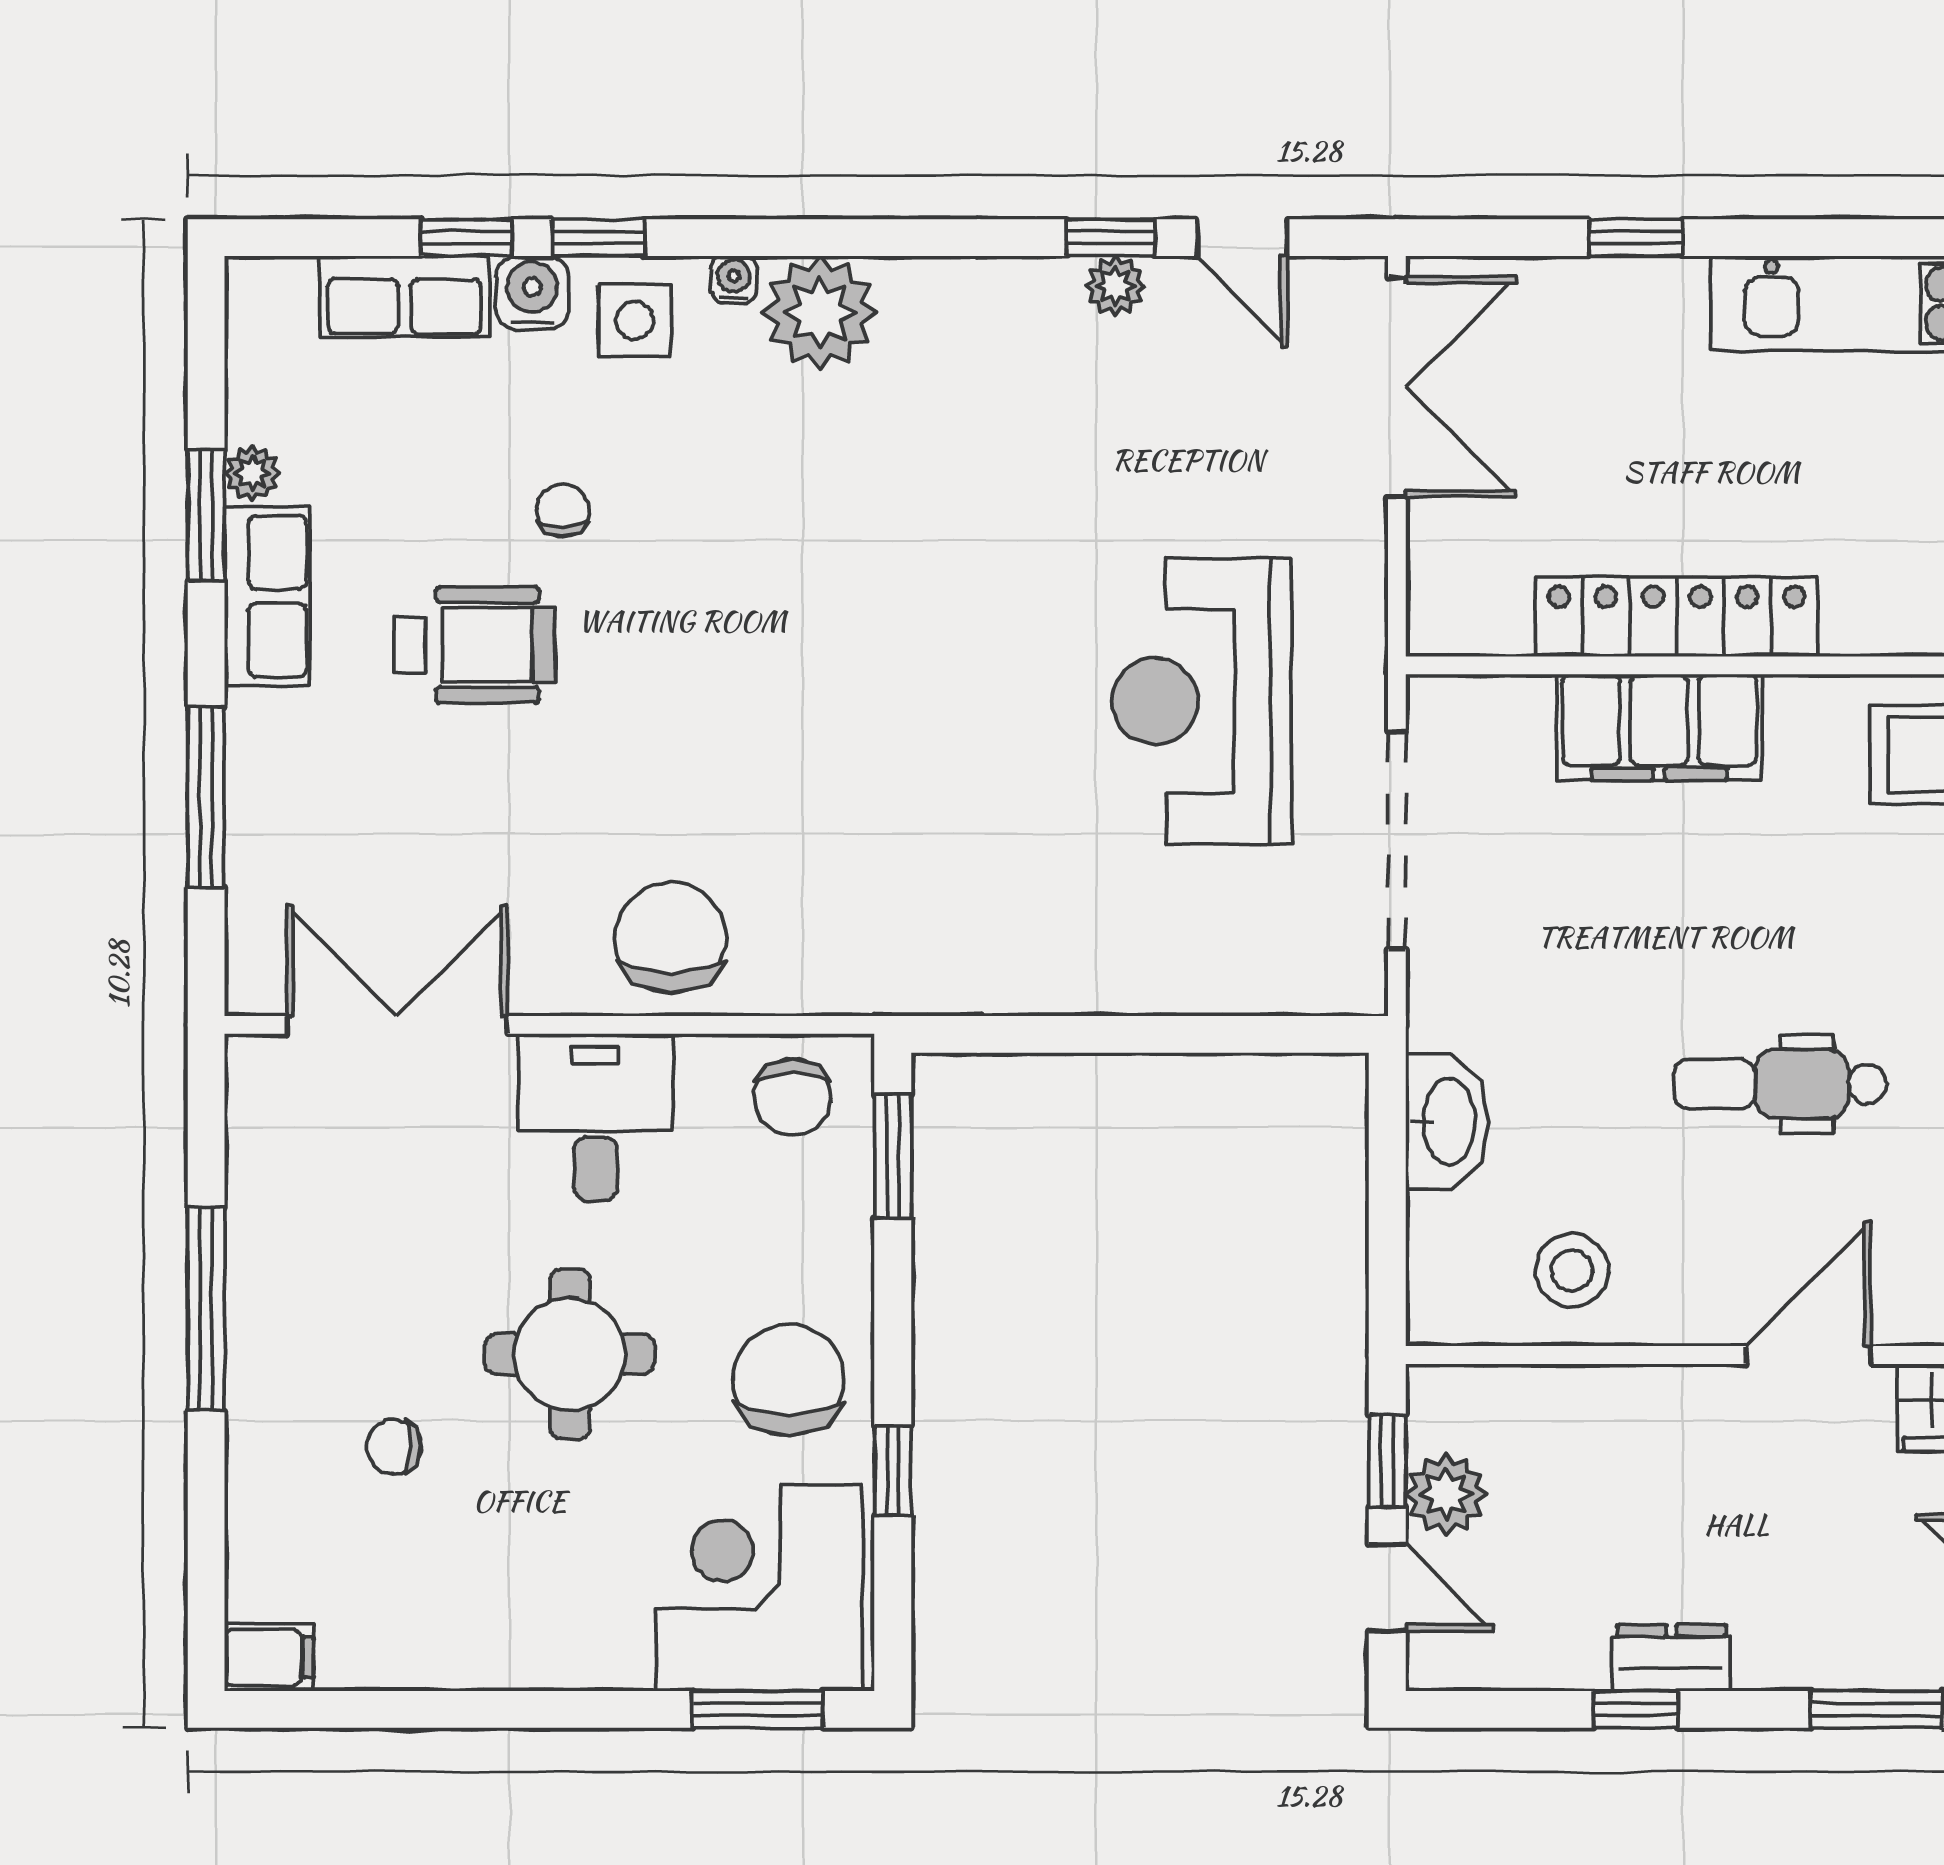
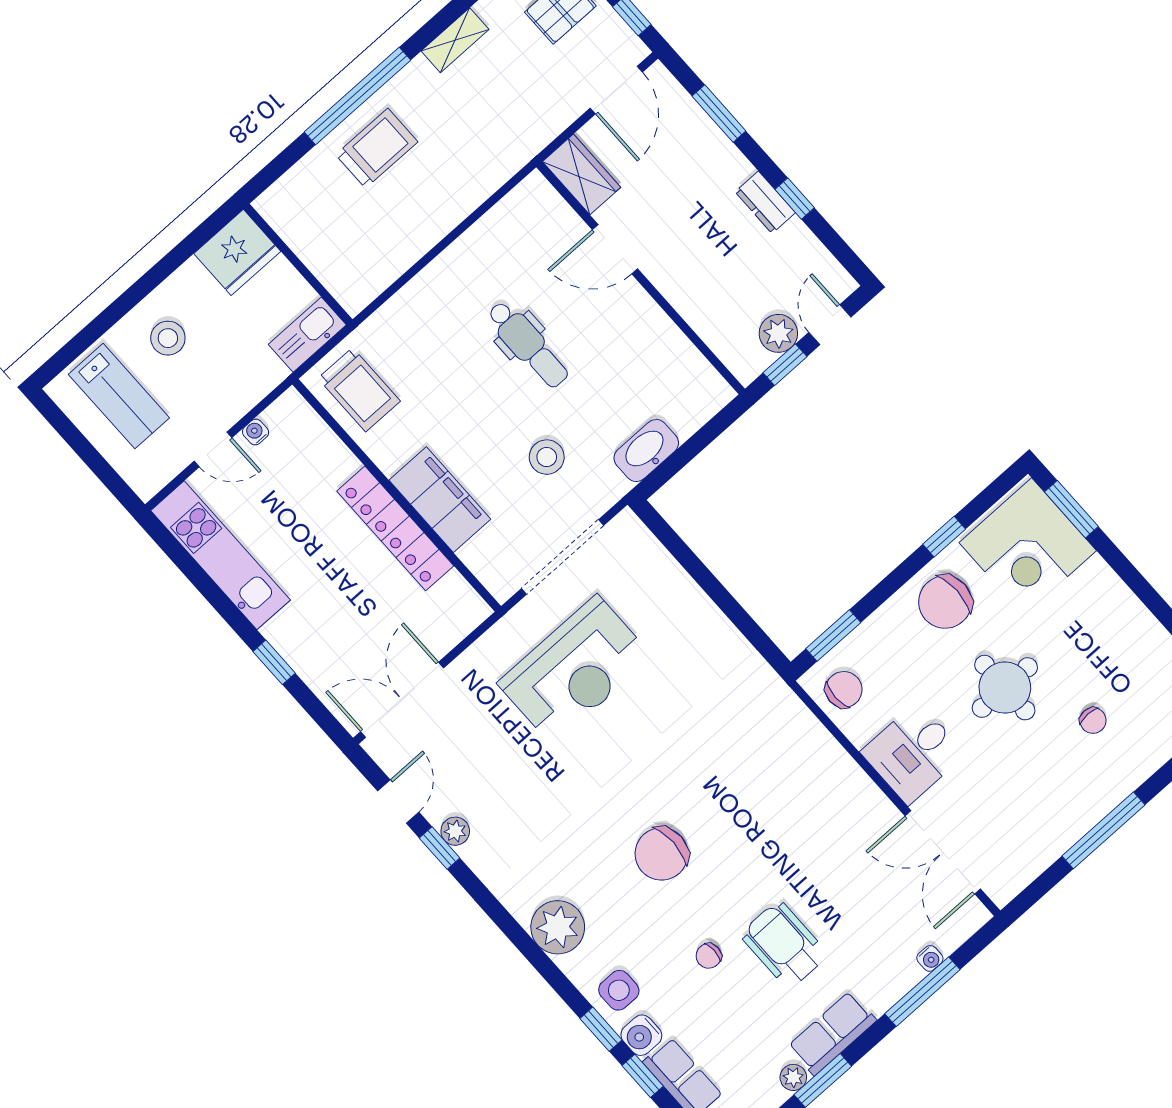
water cooler: (734, 279) -> (930, 958), moved, turned -90
chair: (671, 938) -> (661, 854), moved
stool: (1572, 1270) -> (547, 457), moved

